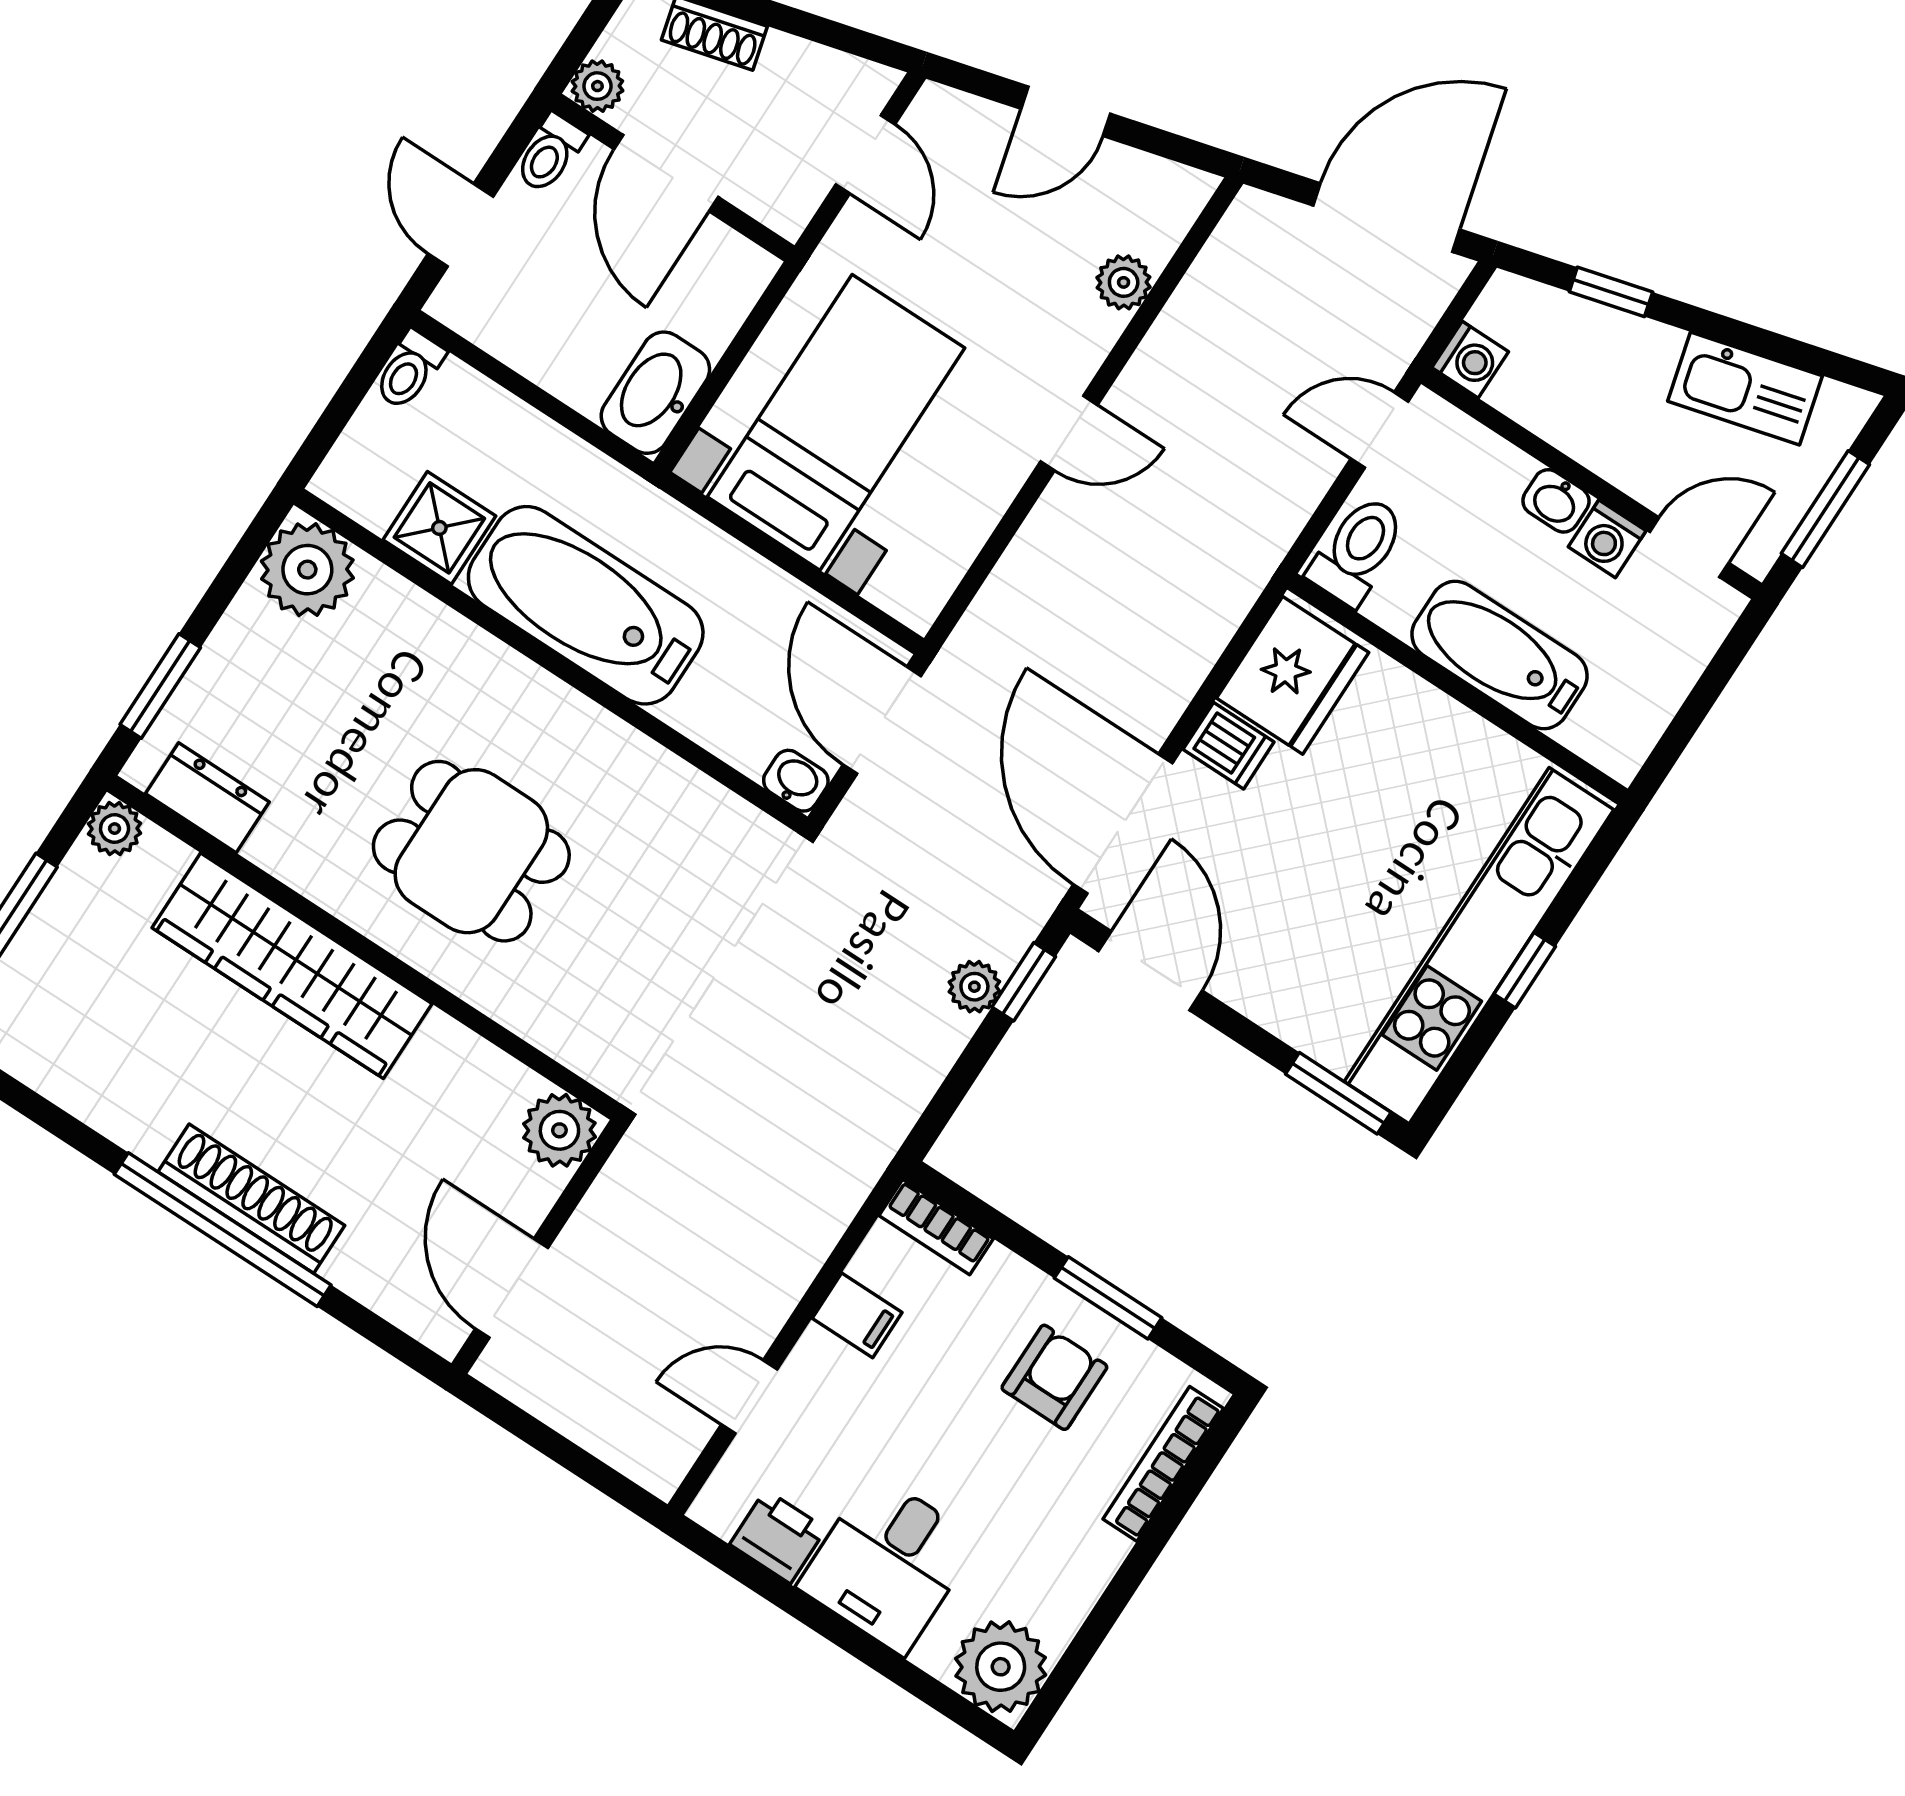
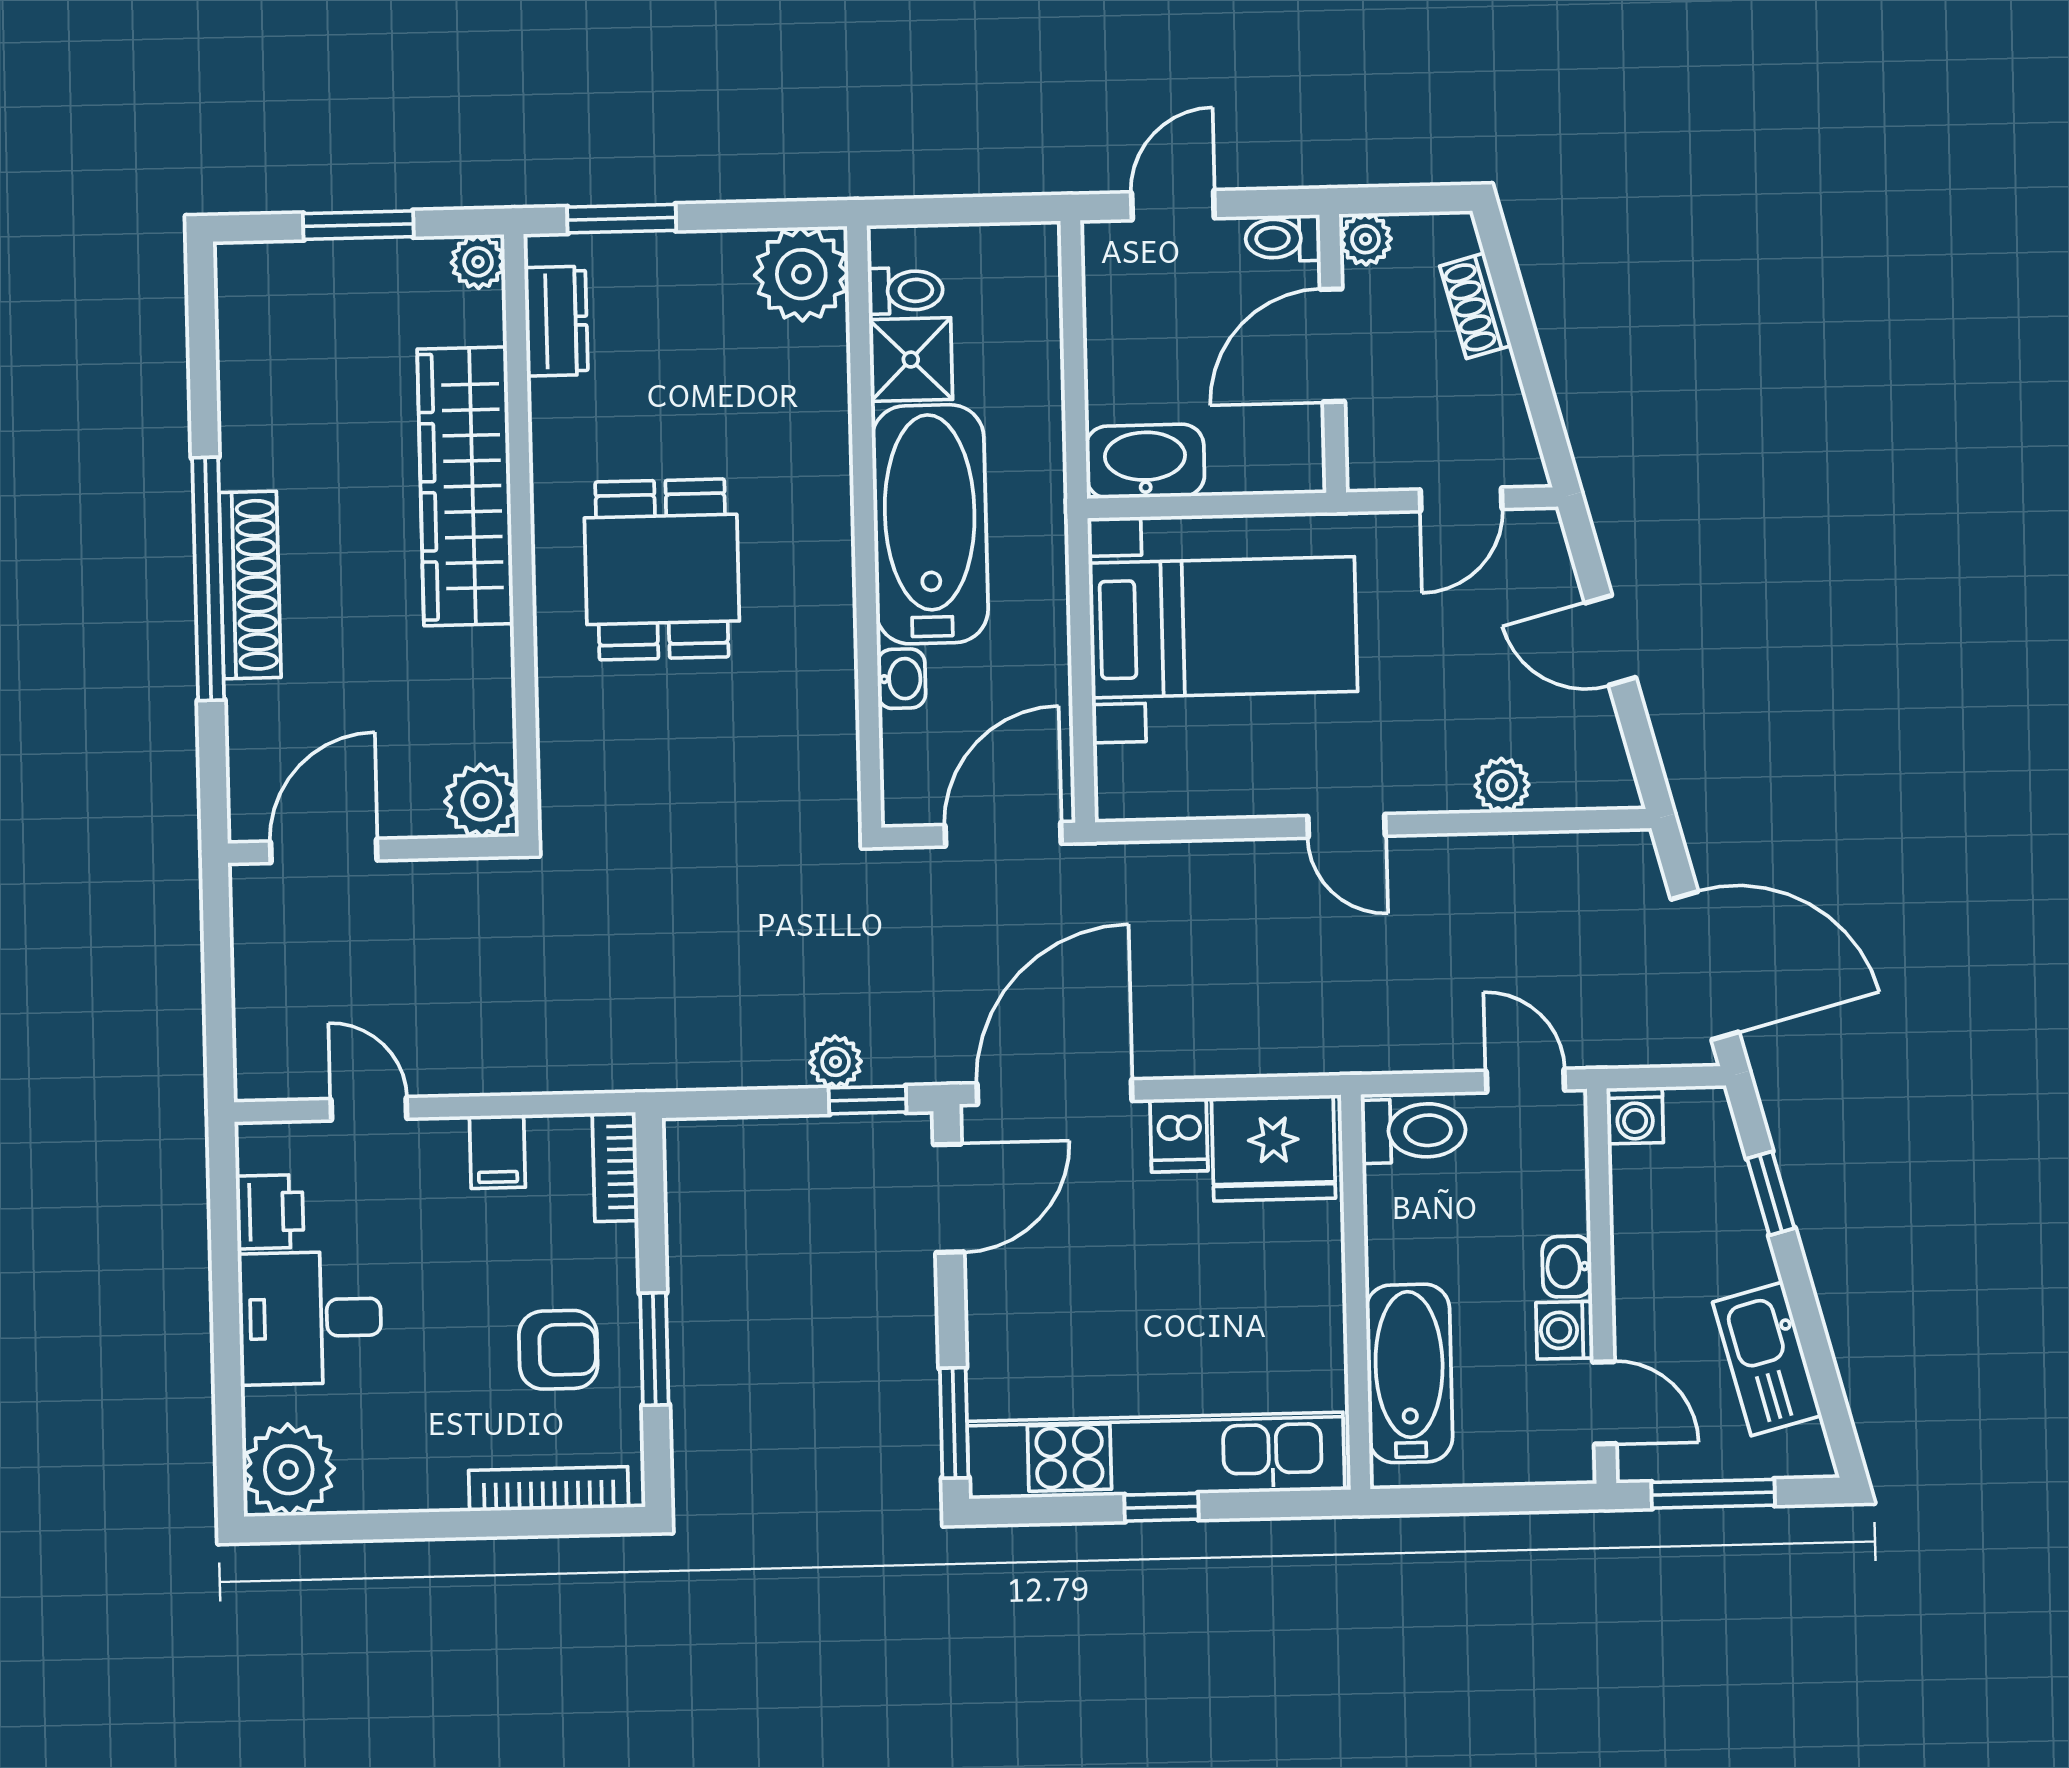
toilet: (409, 370) -> (905, 291), moved, turned 180
bathtub: (1500, 655) -> (1409, 1373), moved
washbasin: (796, 781) -> (901, 679), moved

